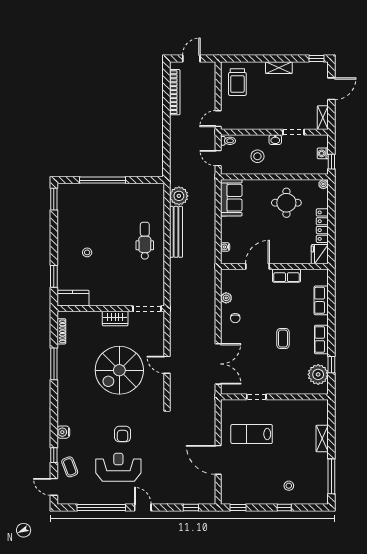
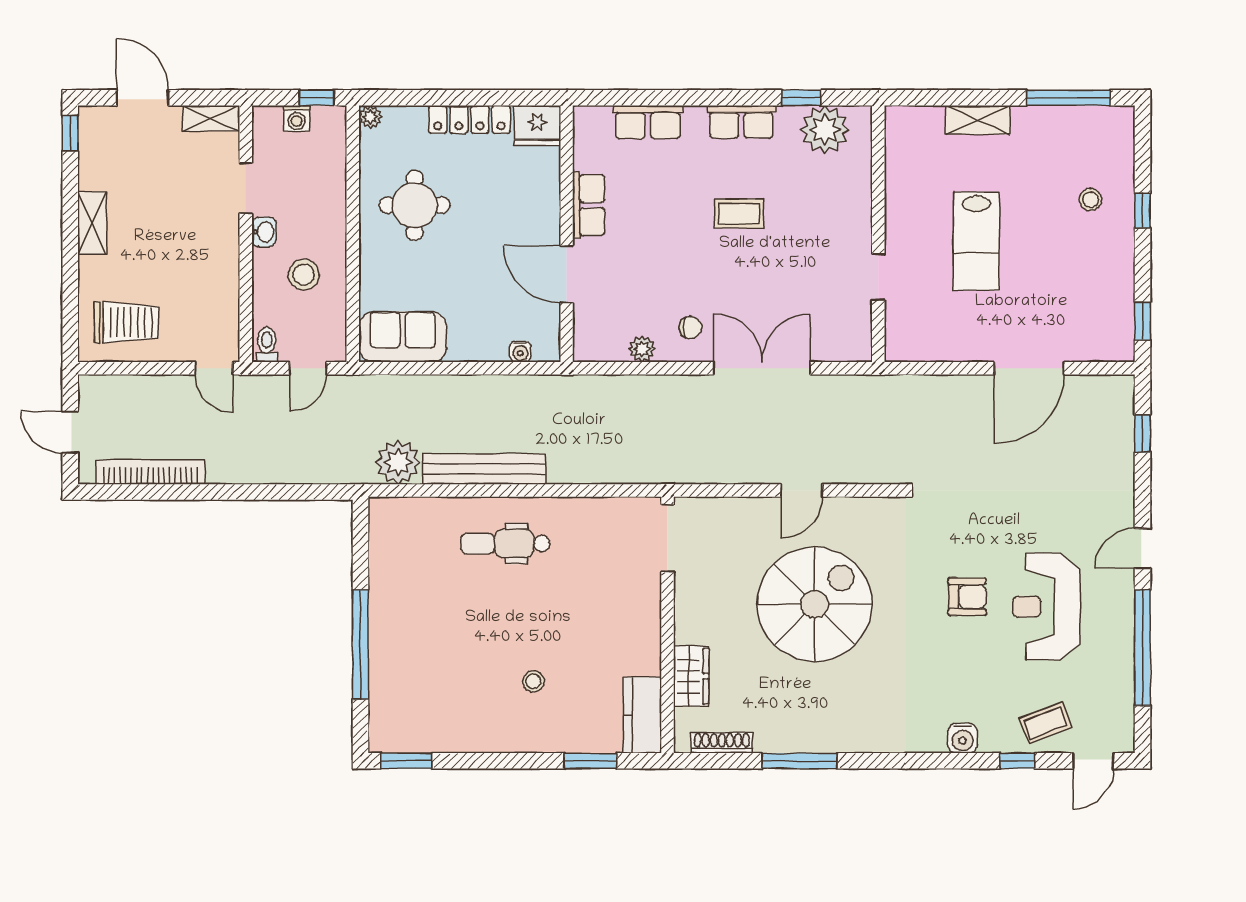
wardrobe: (115, 319) -> (691, 676), moved
double door: (218, 364) -> (762, 368), moved
spiral stairs: (119, 370) -> (815, 604), turned -90
lab bench: (252, 434) -> (976, 241), moved

